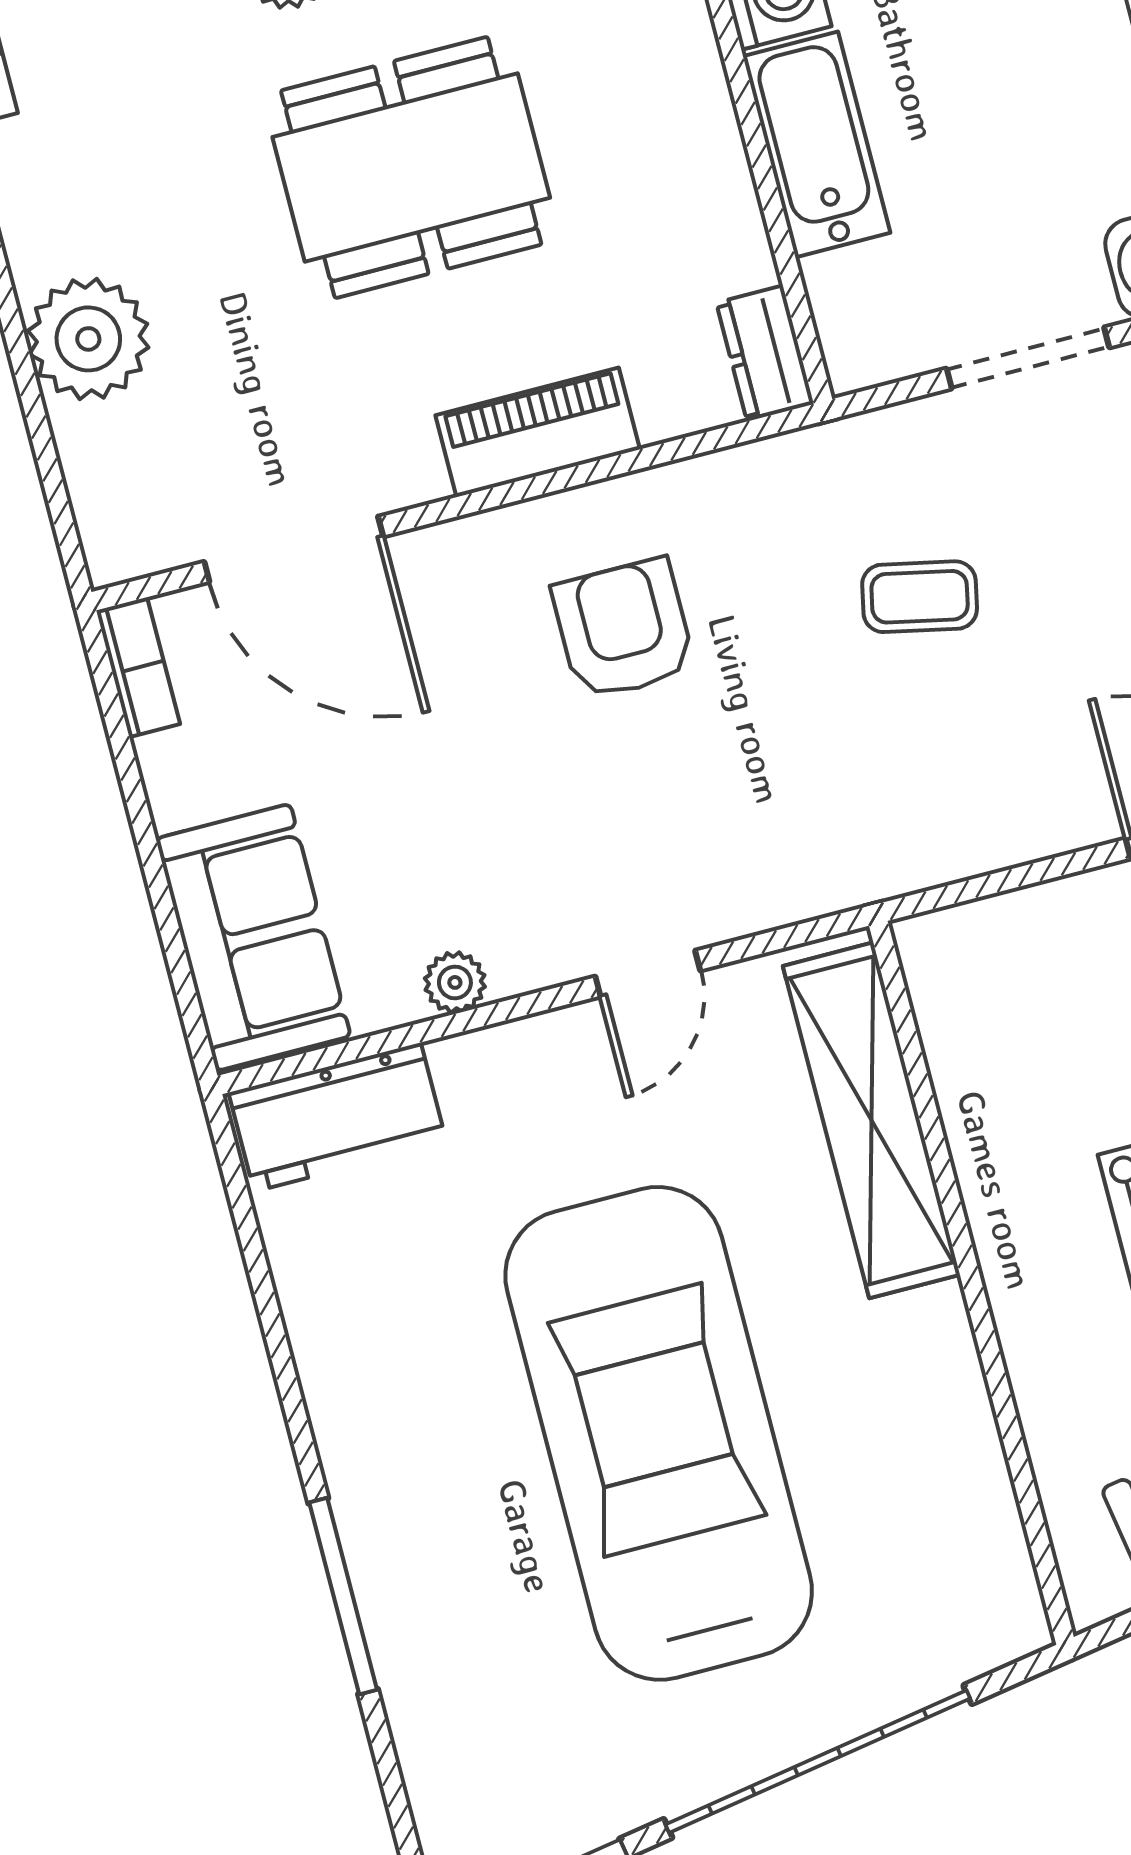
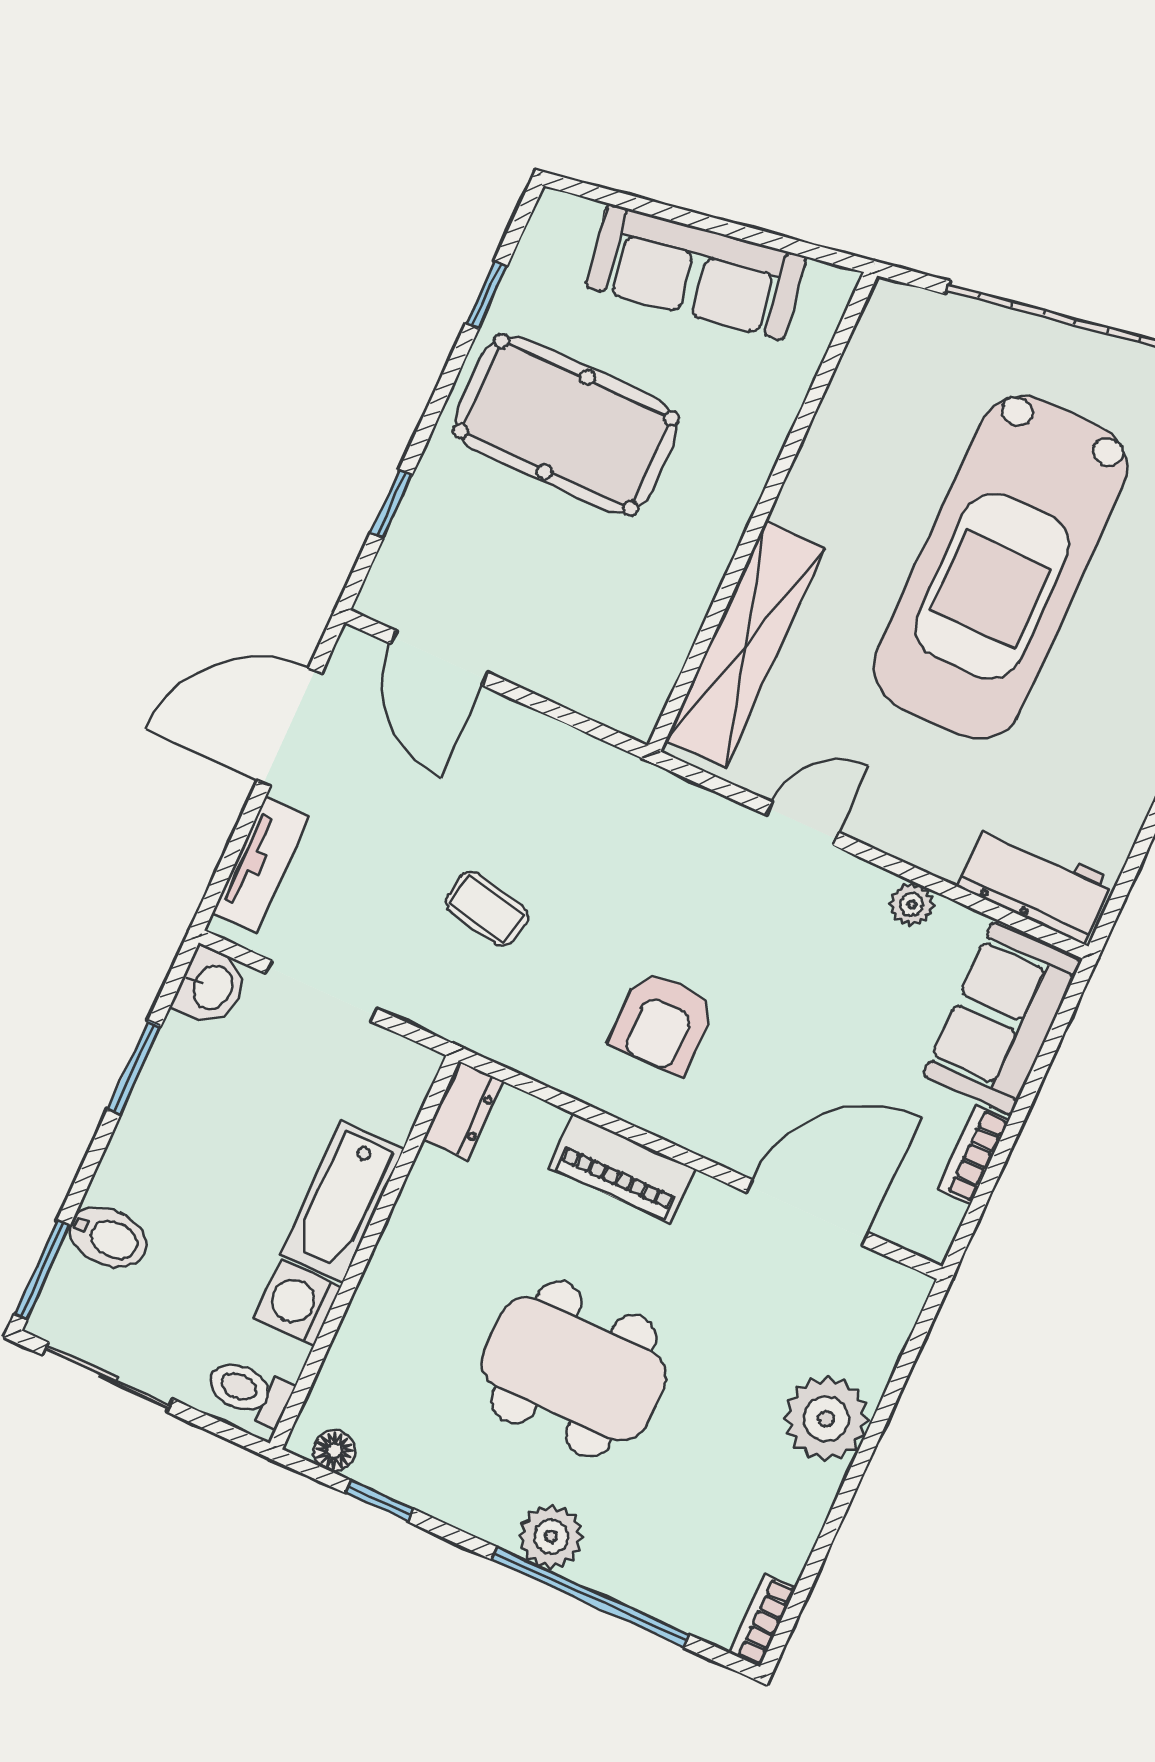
door: (294, 549) -> (807, 1213), hinge flipped
bookcase: (138, 667) -> (974, 1154), moved

